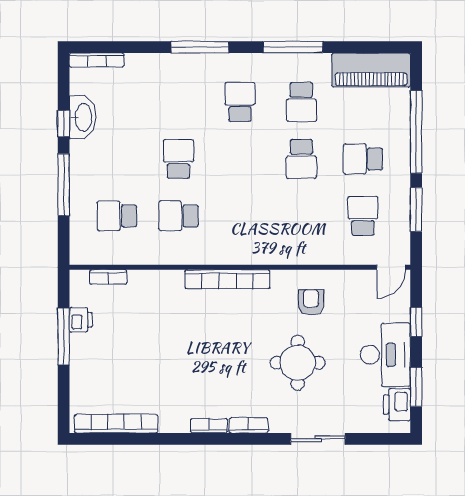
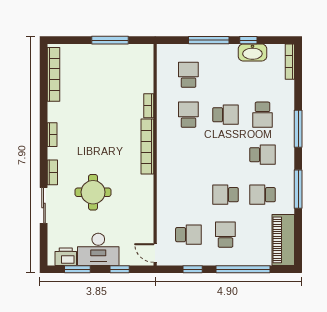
school desk: (178, 102) -> (262, 115), added
window: (416, 209) -> (193, 269), width x0.67
bookcase: (108, 277) -> (149, 106), moved
armchair: (311, 302) -> (132, 201), removed
printer: (81, 320) -> (121, 51), removed
bookcase: (249, 425) -> (52, 172), moved

